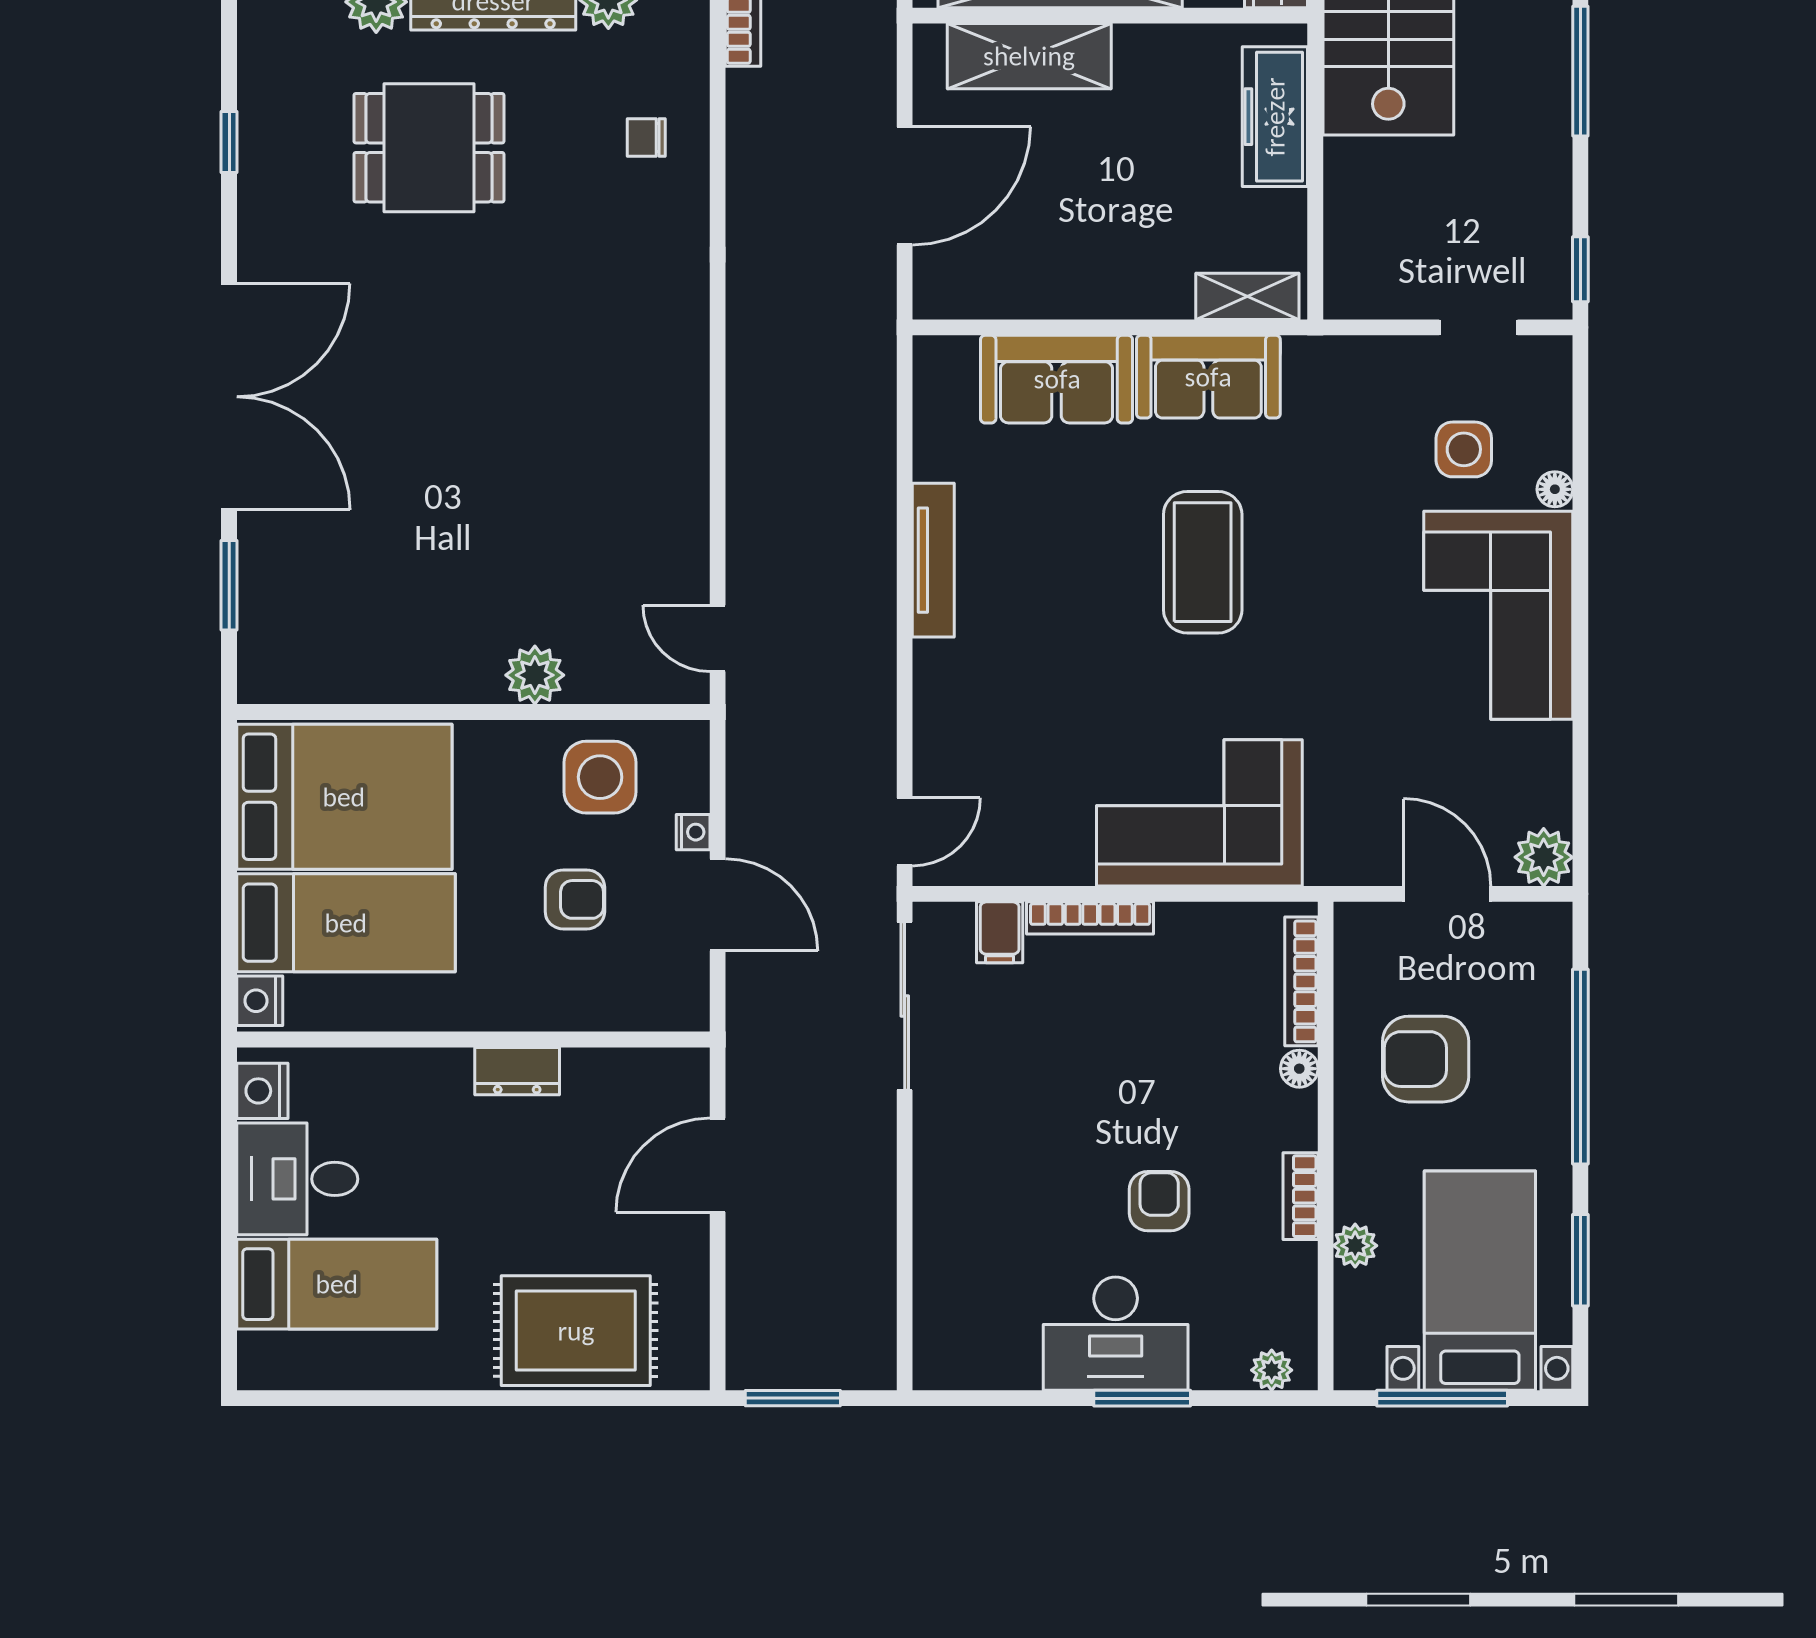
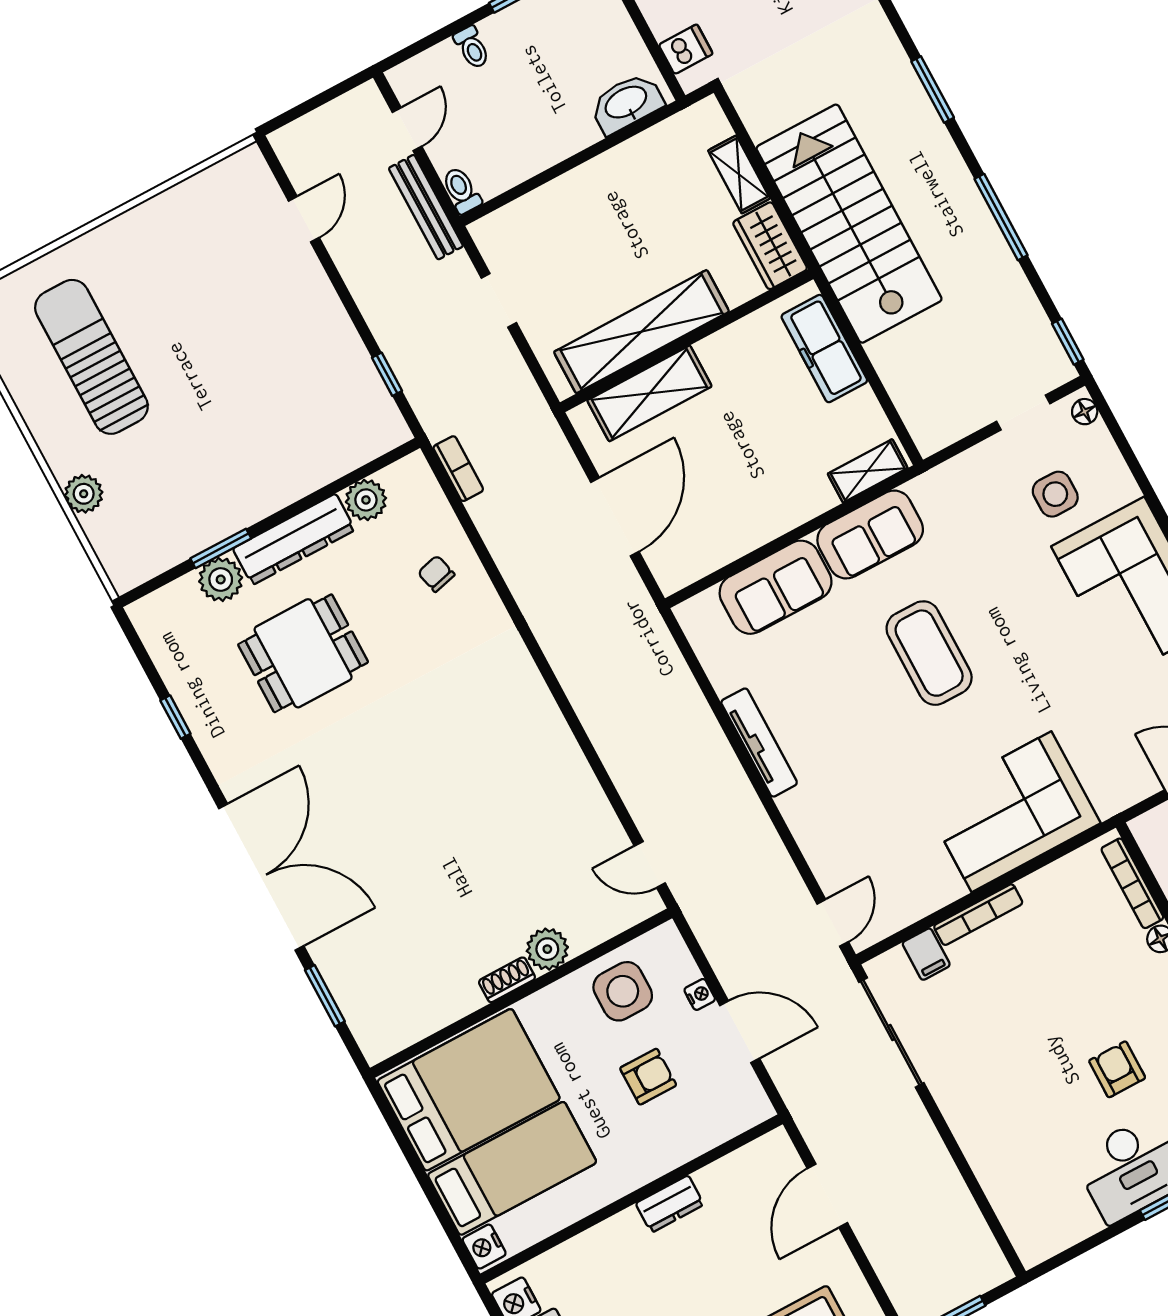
chair: (646, 138) -> (436, 574), turned 76
floor lamp: (1555, 489) -> (1085, 412), moved
shoe rack: (465, 686) -> (507, 980), added

